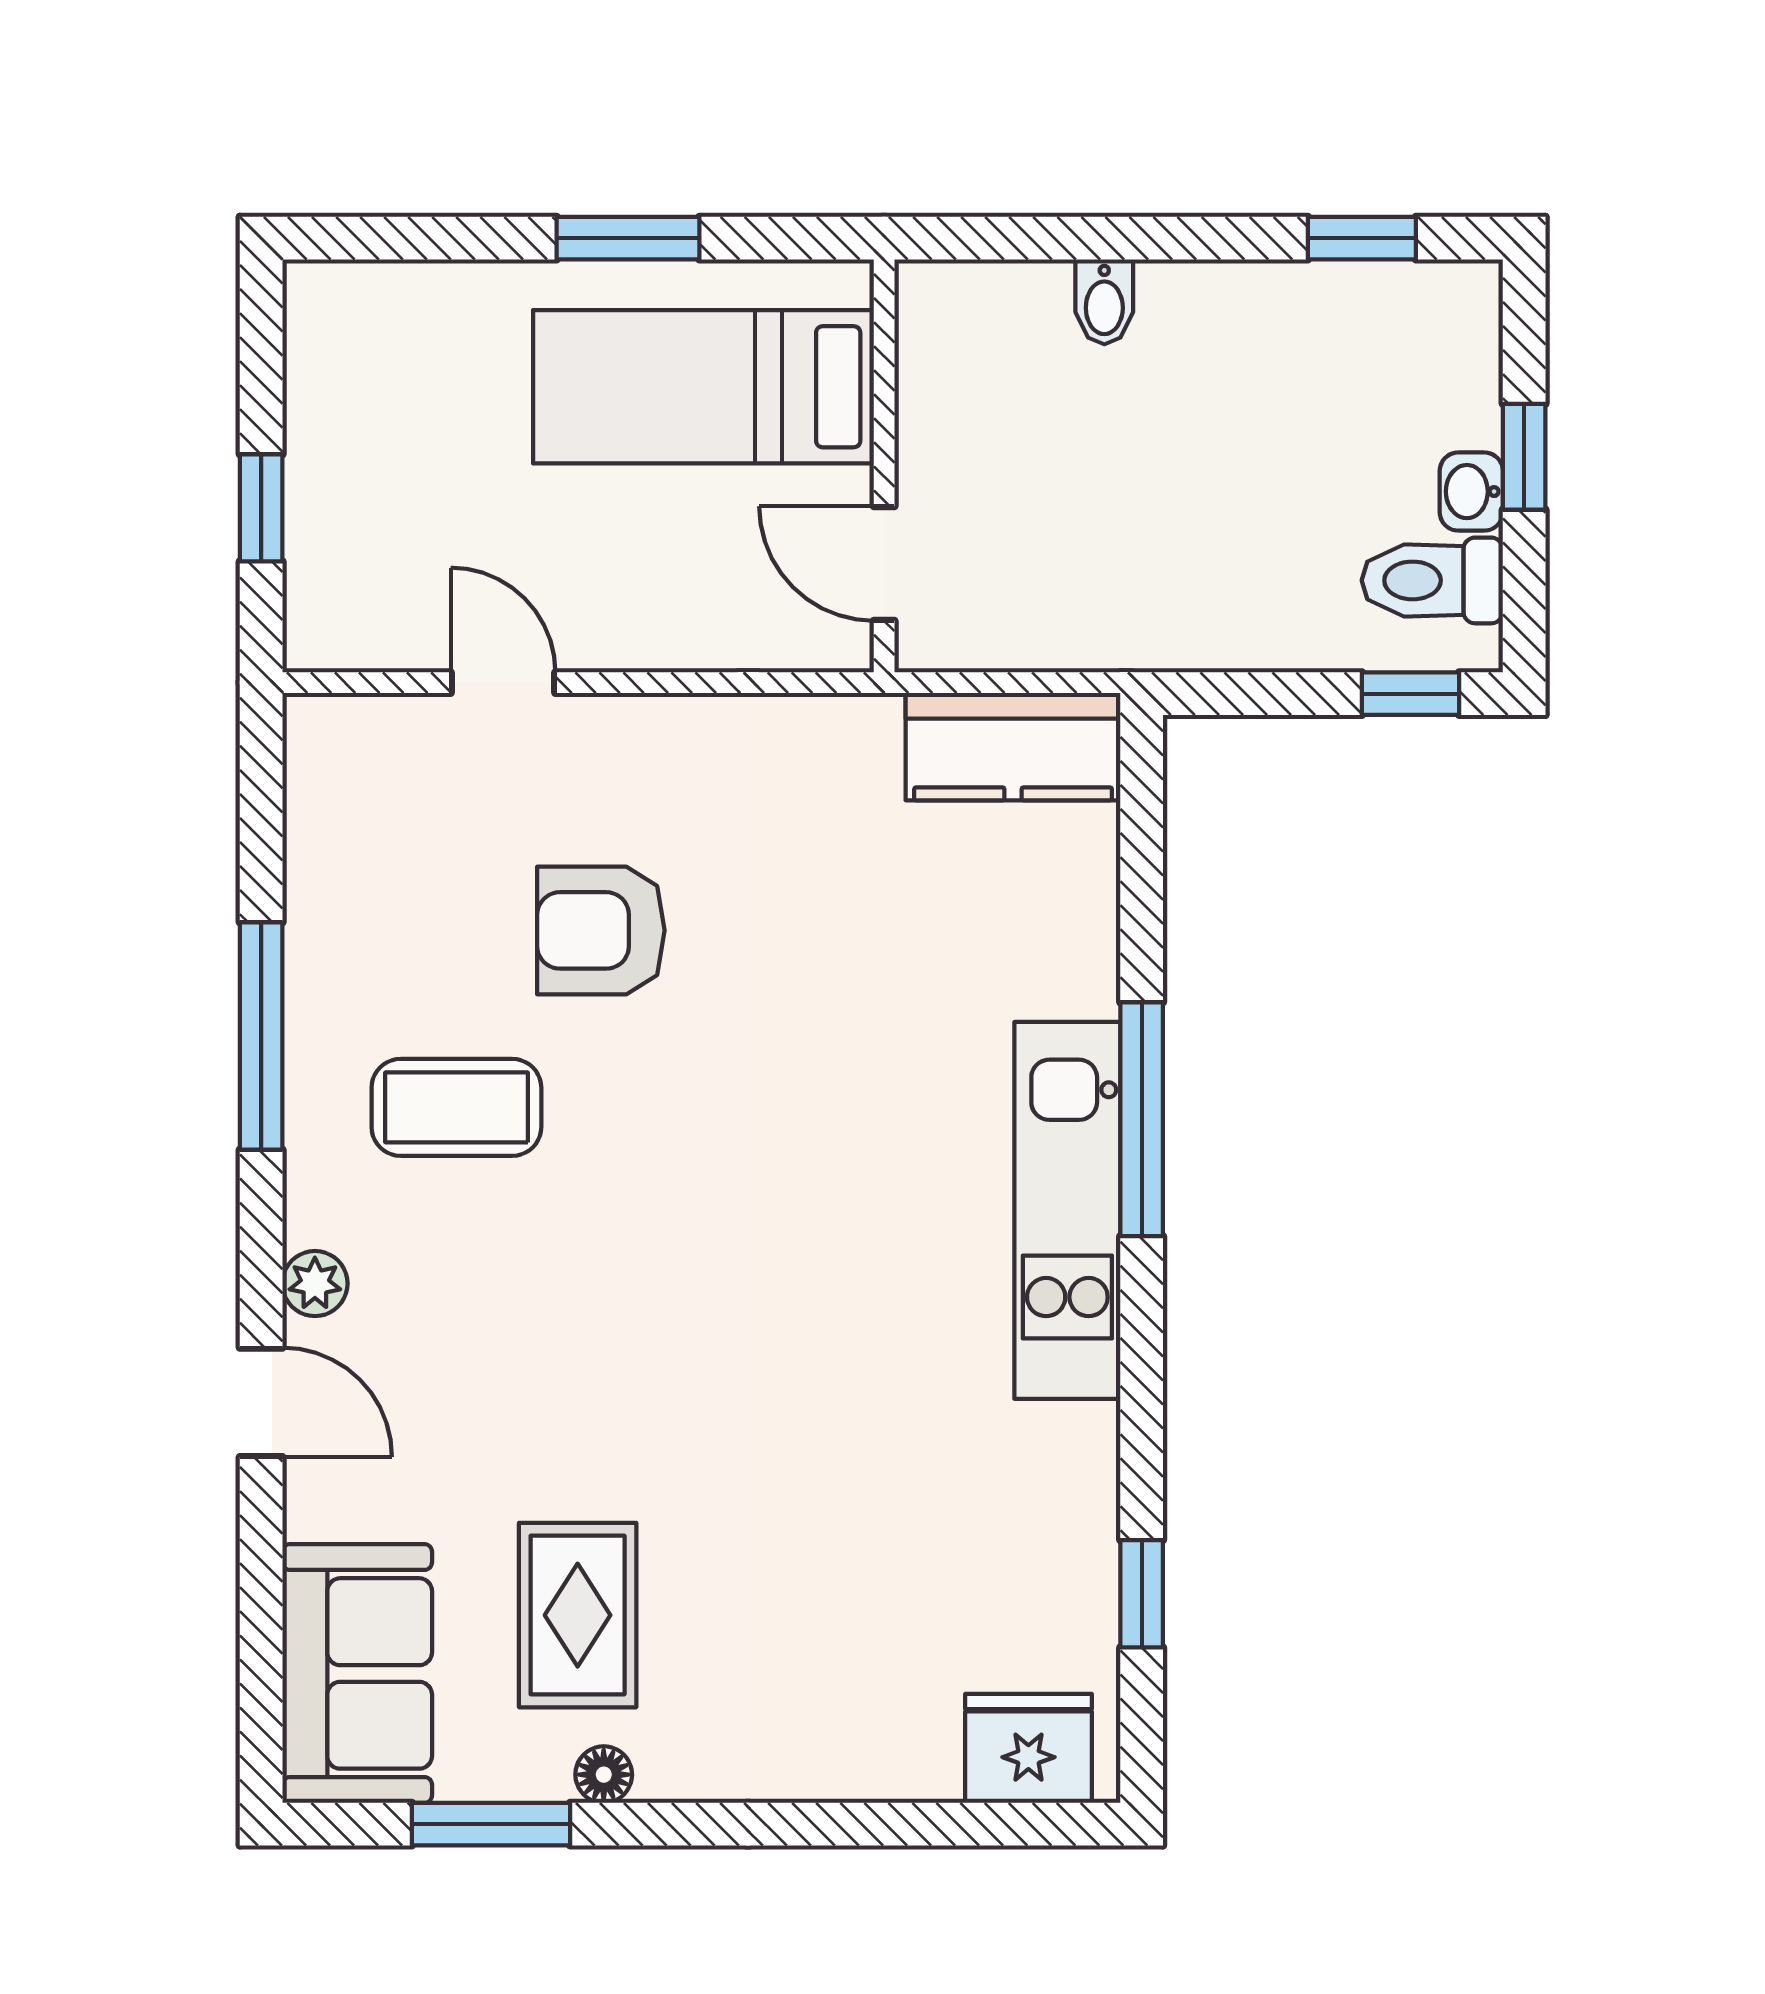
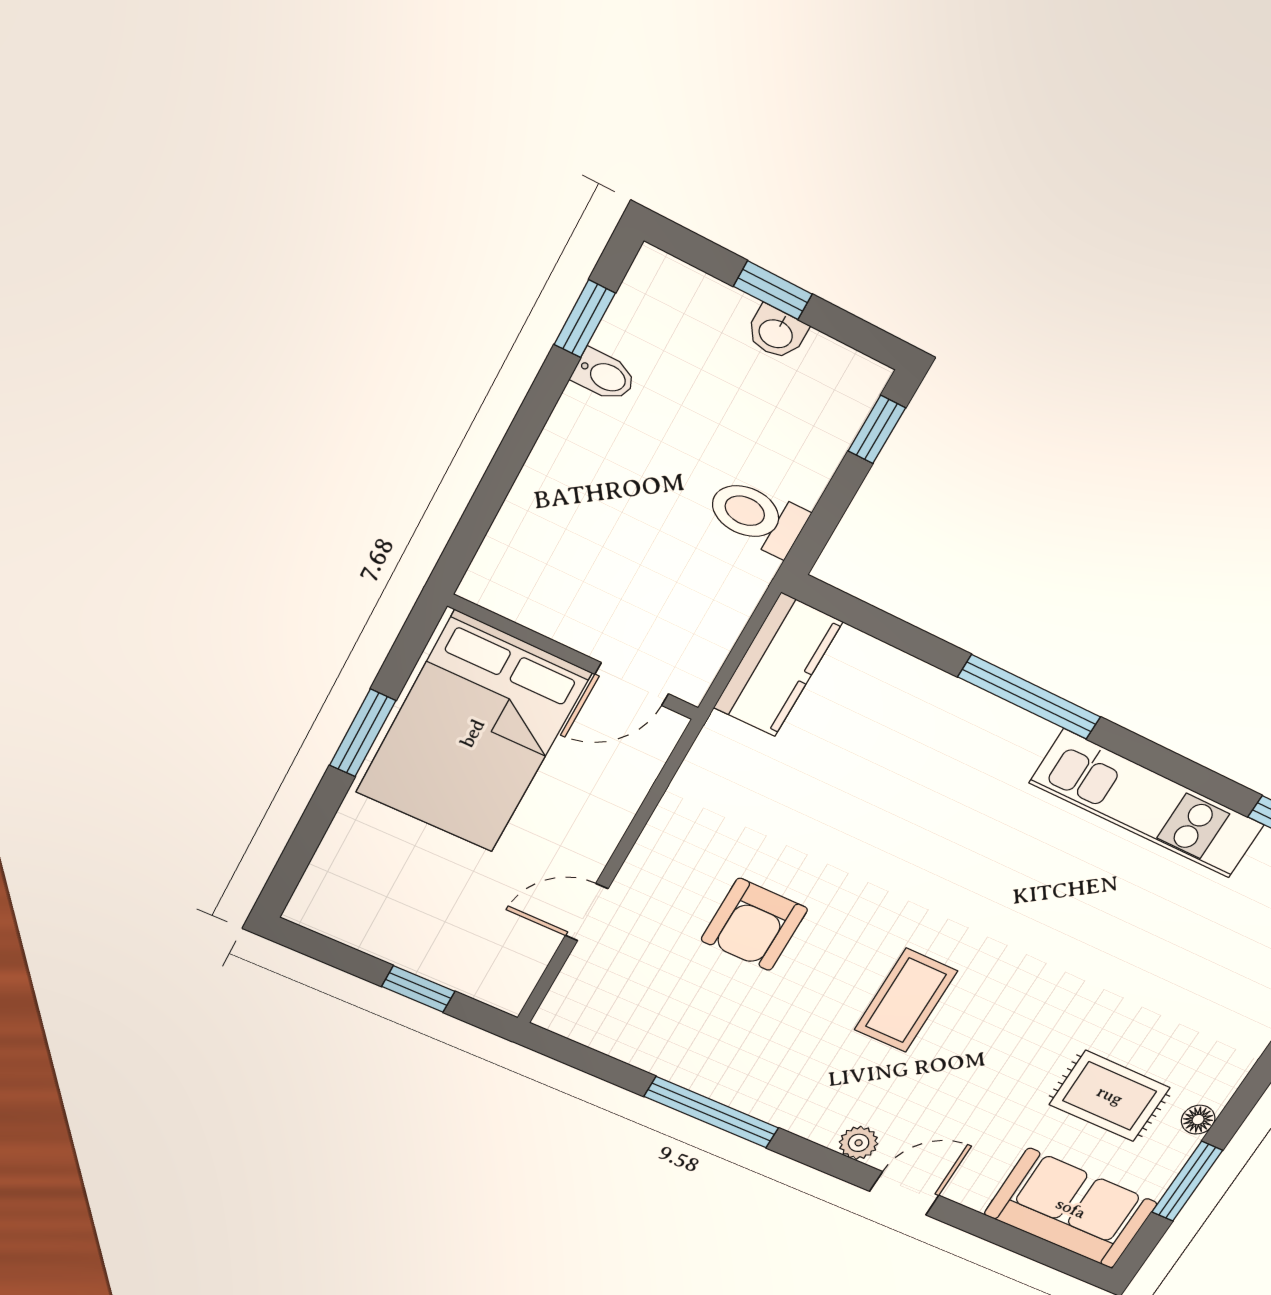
bidet: (1104, 302) -> (604, 375), moved
bed: (704, 387) -> (473, 733), width x1.50
toilet: (1432, 580) -> (757, 516), moved, turned 90
coffee table: (456, 1107) -> (906, 1000), moved
kitchen unit: (1067, 1210) -> (1147, 804), moved

